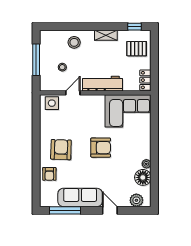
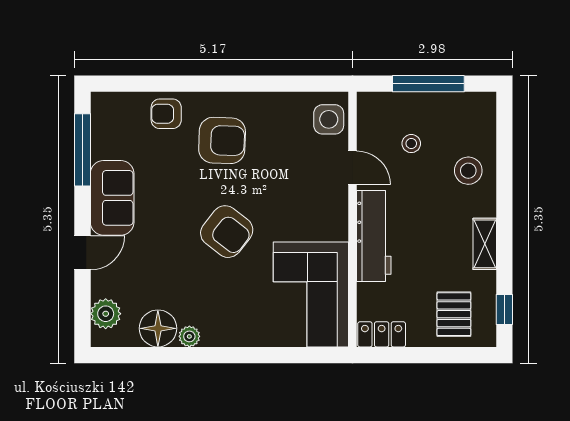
armchair: (101, 148) -> (227, 232), turned -52
sofa: (80, 197) -> (112, 198), width x0.73

